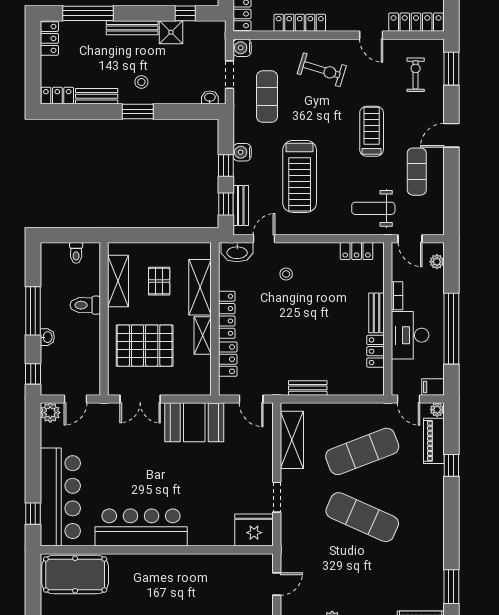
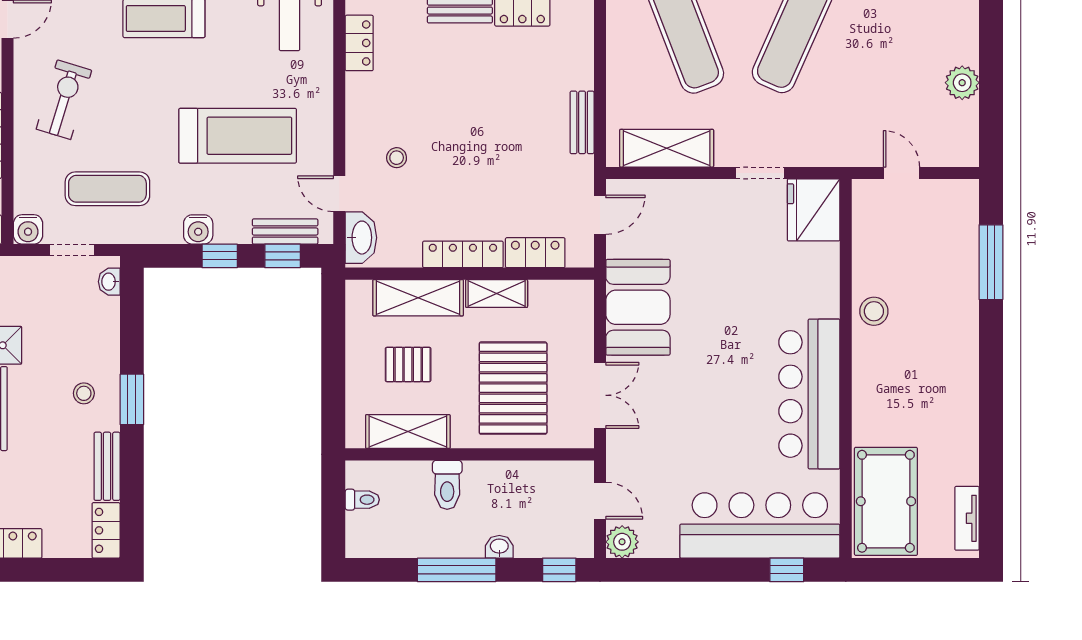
stool: (192, 567) -> (874, 311), added

